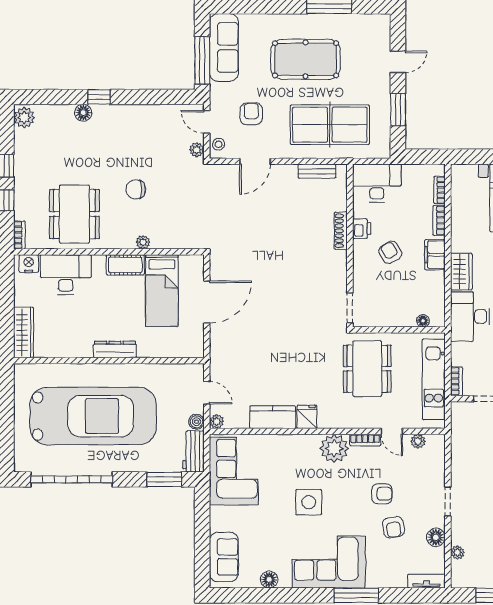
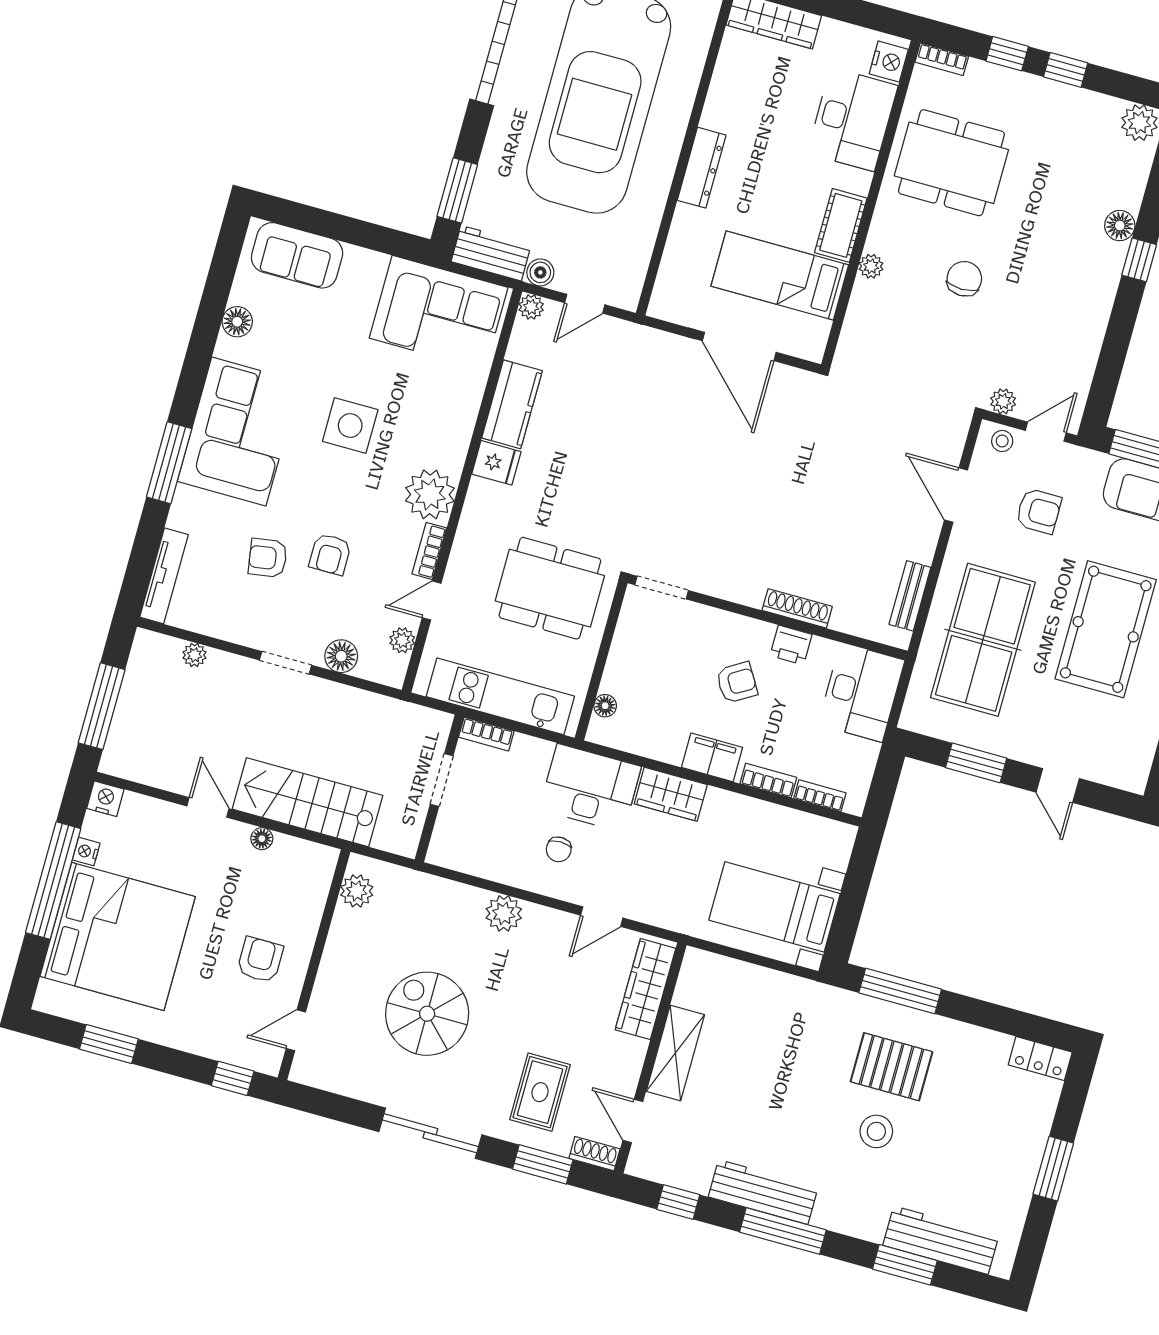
floor lamp: (436, 537) -> (341, 656), moved
tv unit: (427, 581) -> (164, 576), width x1.41

